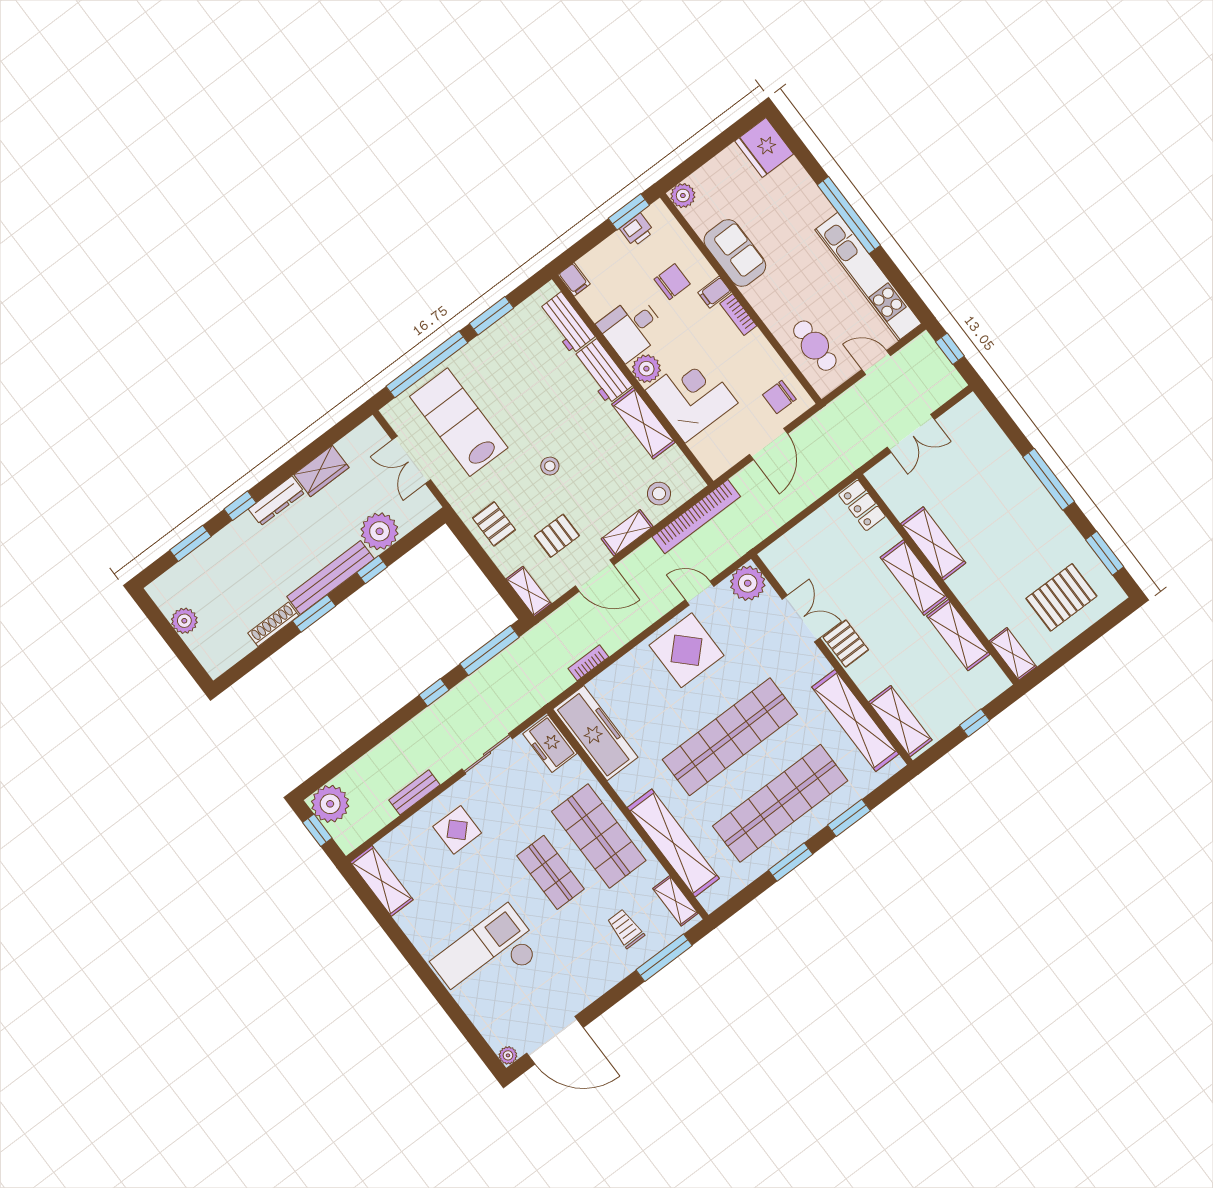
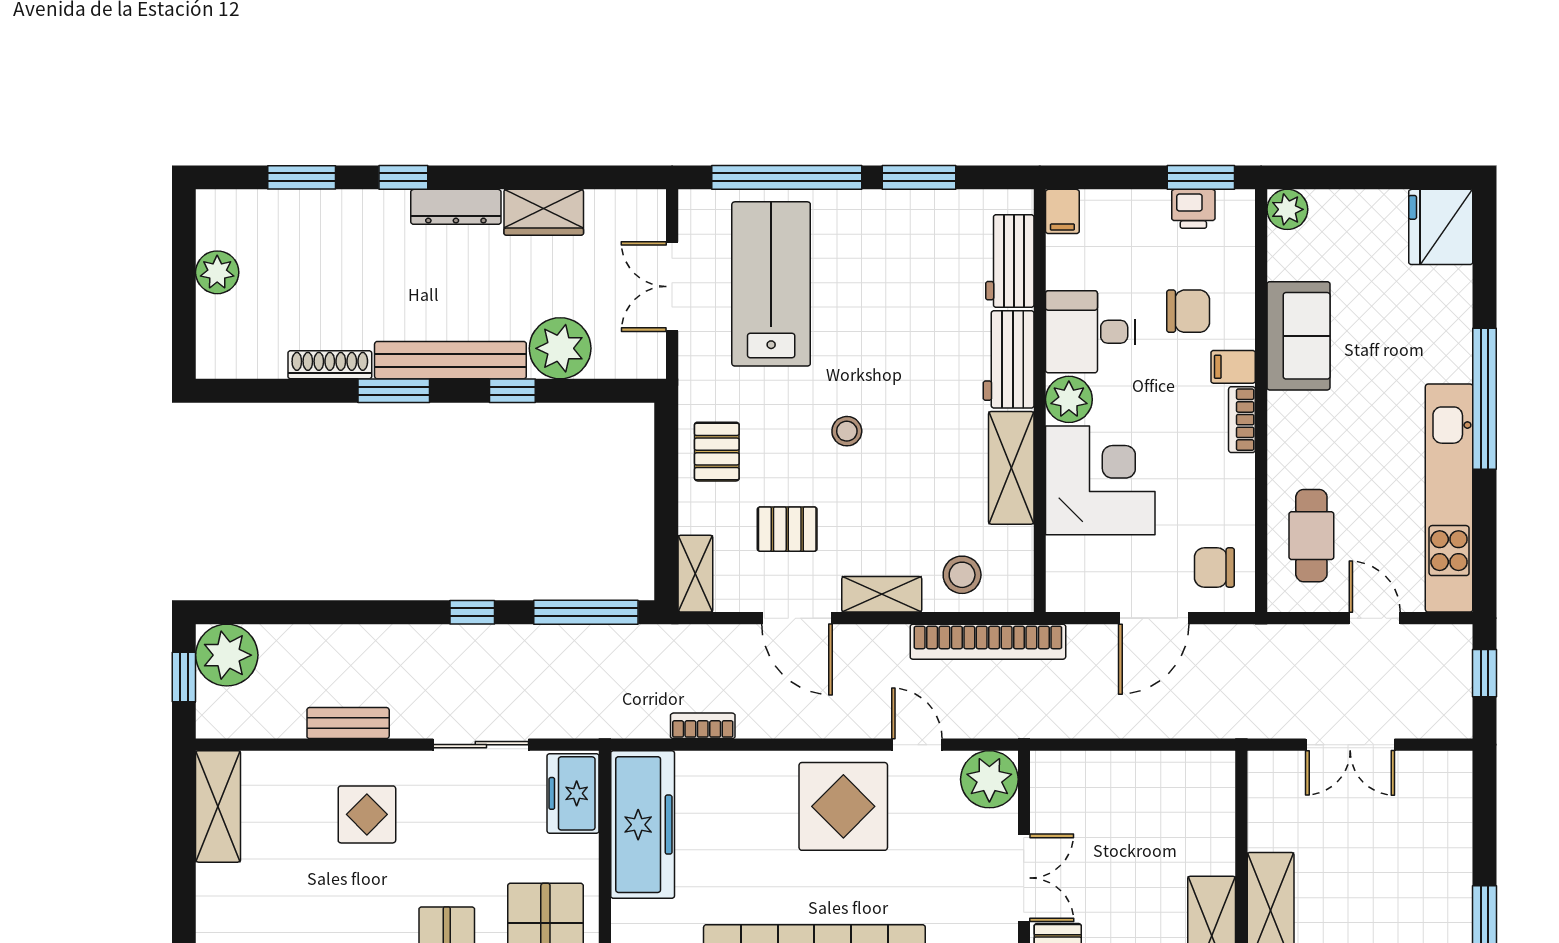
locker: (862, 505) -> (1215, 791), removed

